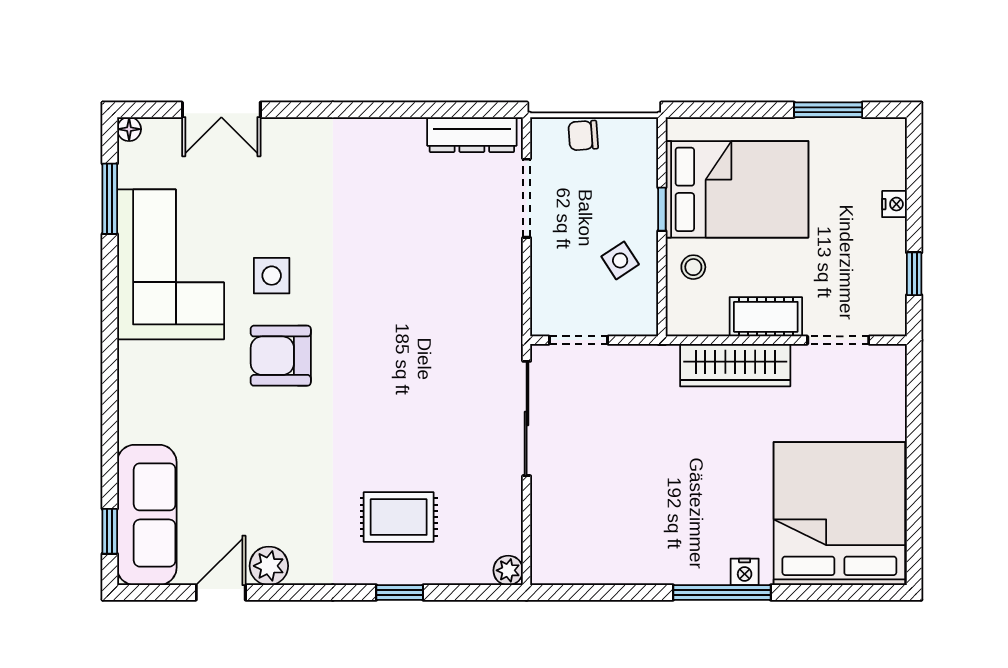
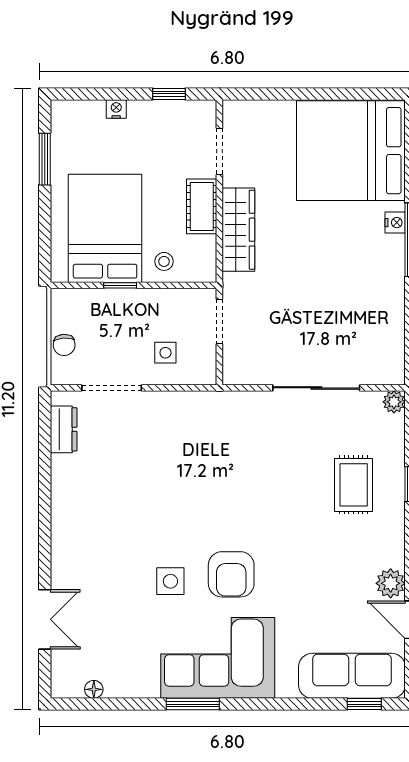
floor lamp: (129, 129) -> (94, 689), moved
dresser: (472, 135) -> (64, 429), width x0.70
window: (110, 199) -> (193, 704), moved
side table: (620, 260) -> (165, 353), moved, turned 33
corner sofa: (171, 264) -> (218, 658), moved
doorway: (579, 340) -> (219, 322), moved
sliding door: (527, 418) -> (316, 388), moved

